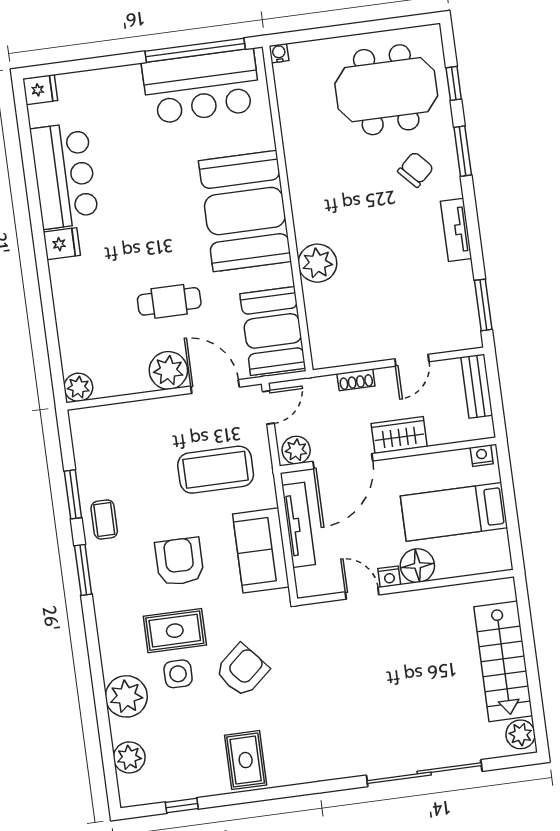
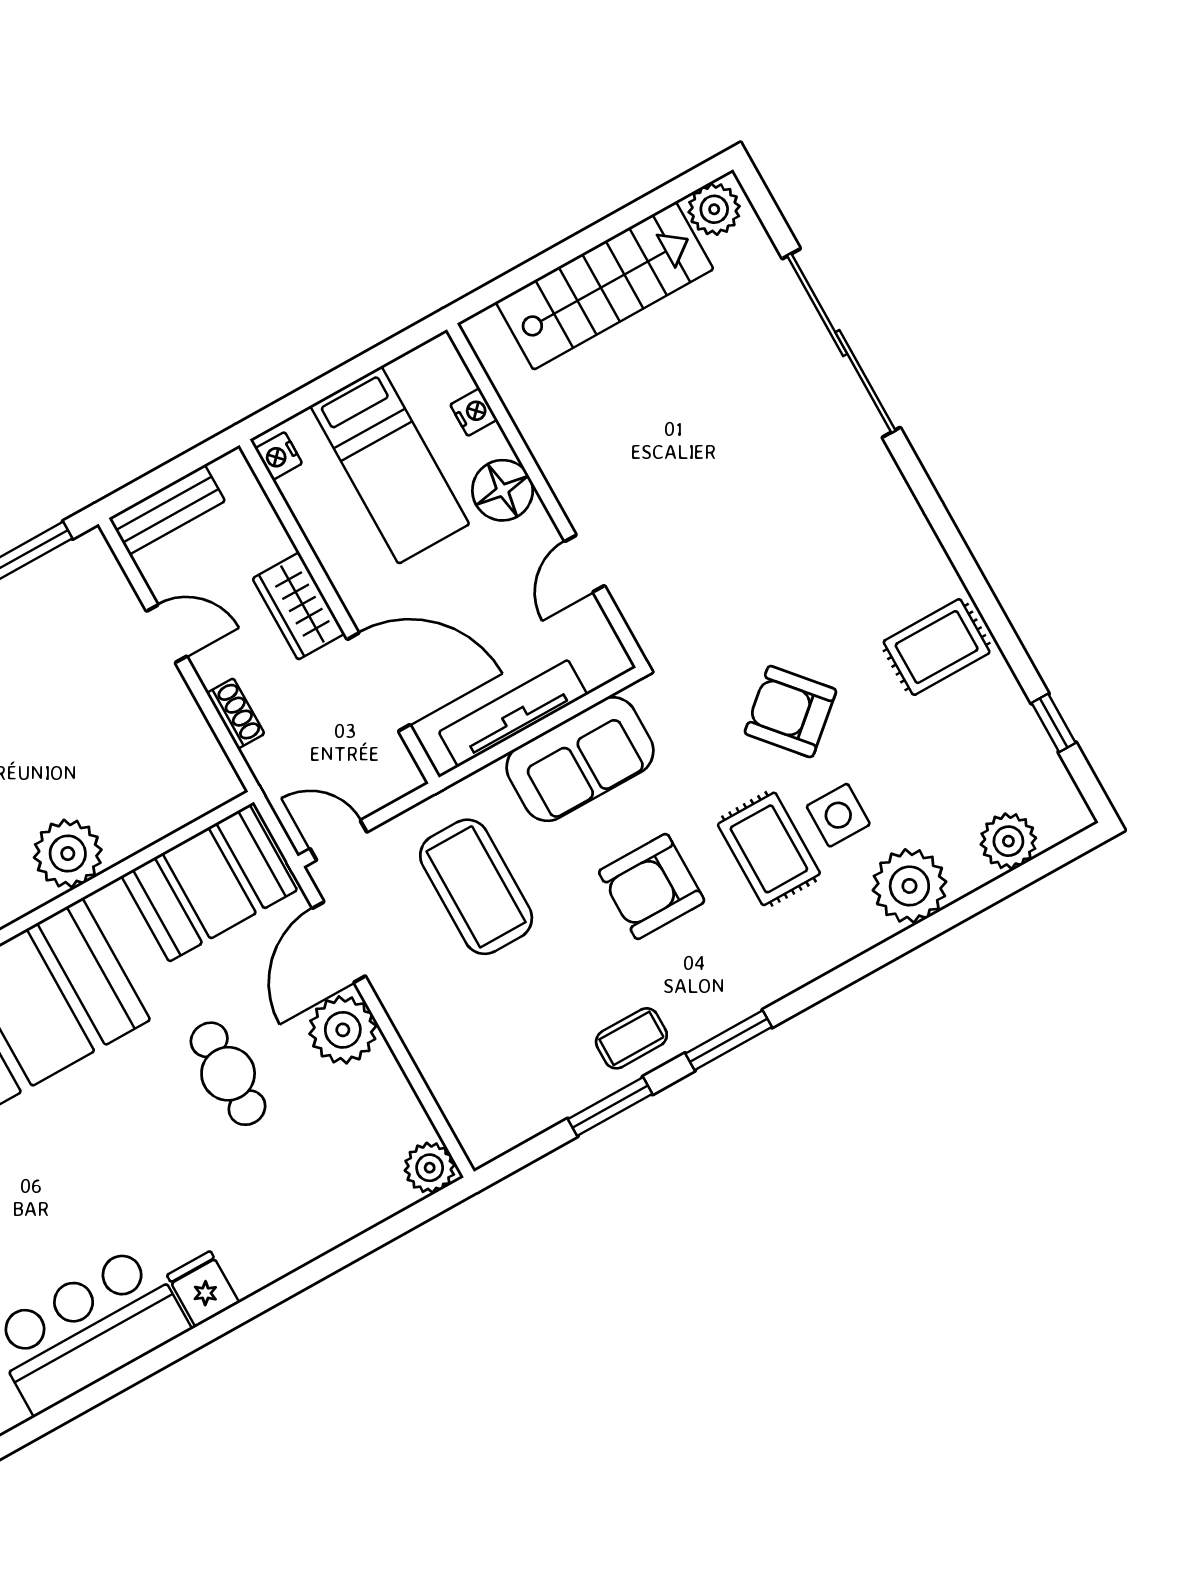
plant: (296, 450) -> (391, 766), removed
nightstand: (389, 577) -> (474, 412), moved

